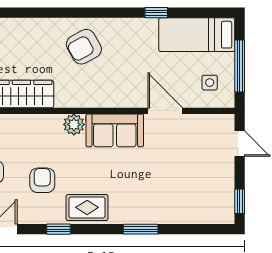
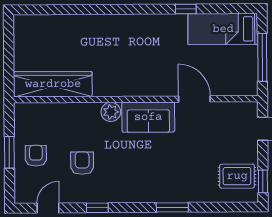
armchair: (84, 47) -> (120, 41), removed
side table: (210, 83) -> (235, 73), removed
rug: (87, 207) -> (237, 176), moved

